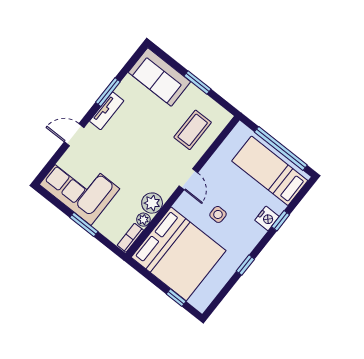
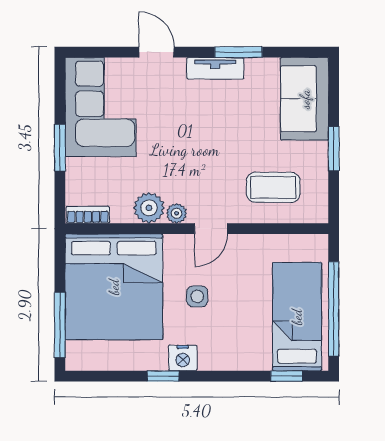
nightstand: (267, 218) -> (183, 358), moved
plant: (143, 220) -> (177, 213), moved
window: (281, 221) -> (287, 376), moved
window: (176, 298) -> (60, 325), width x2.17

